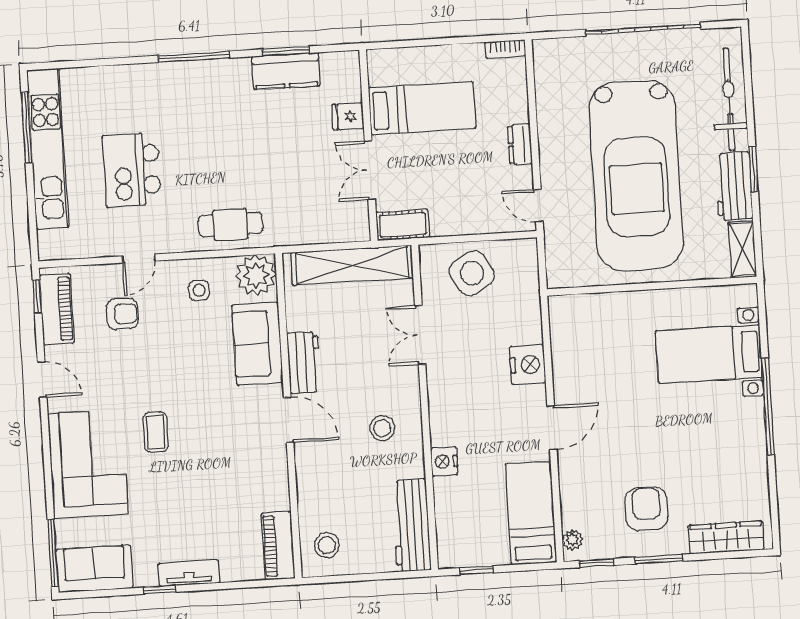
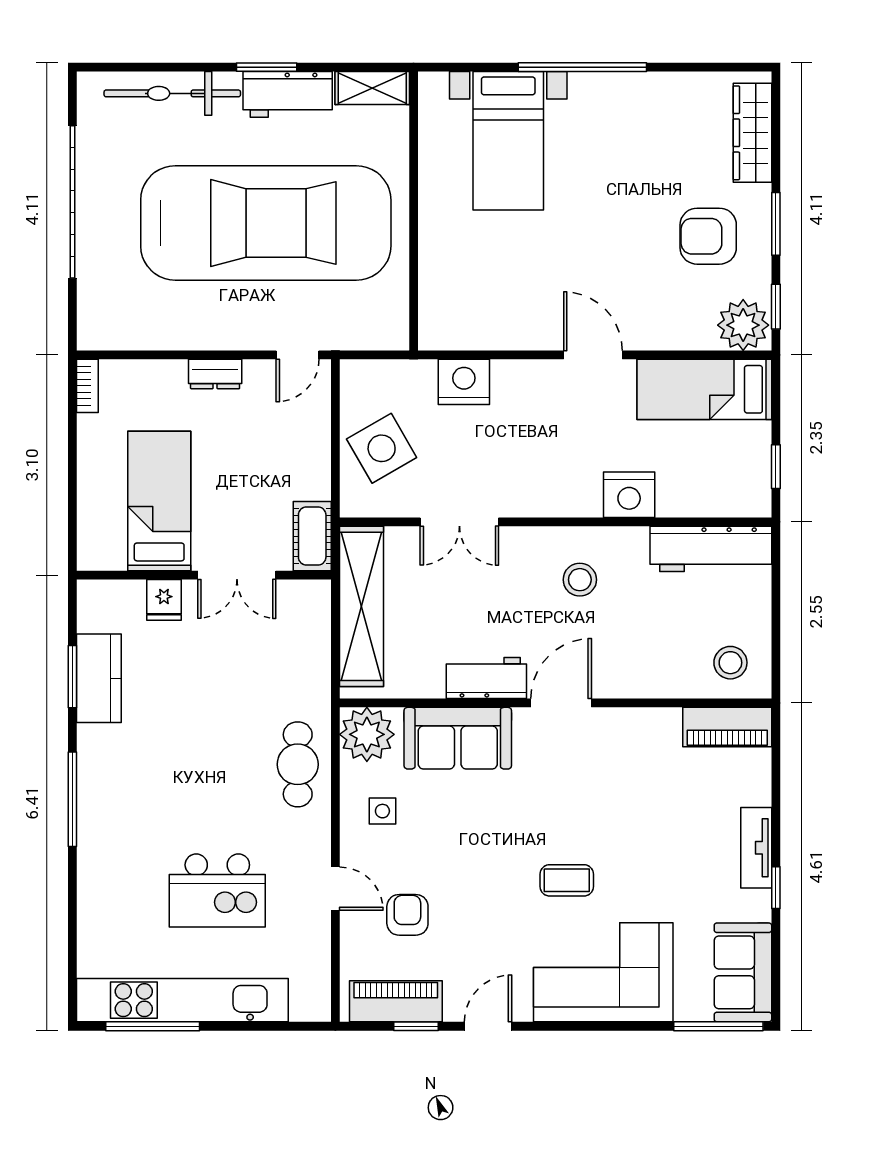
window: (37, 296) -> (416, 1026), moved
nightstand: (528, 365) -> (464, 382), moved
nightstand: (444, 462) -> (629, 495), width x1.36, depth x1.33
plant: (572, 540) -> (743, 325), width x1.88, depth x1.88

